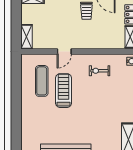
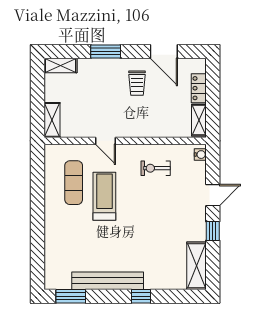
door: (64, 52) -> (105, 141), hinge flipped

